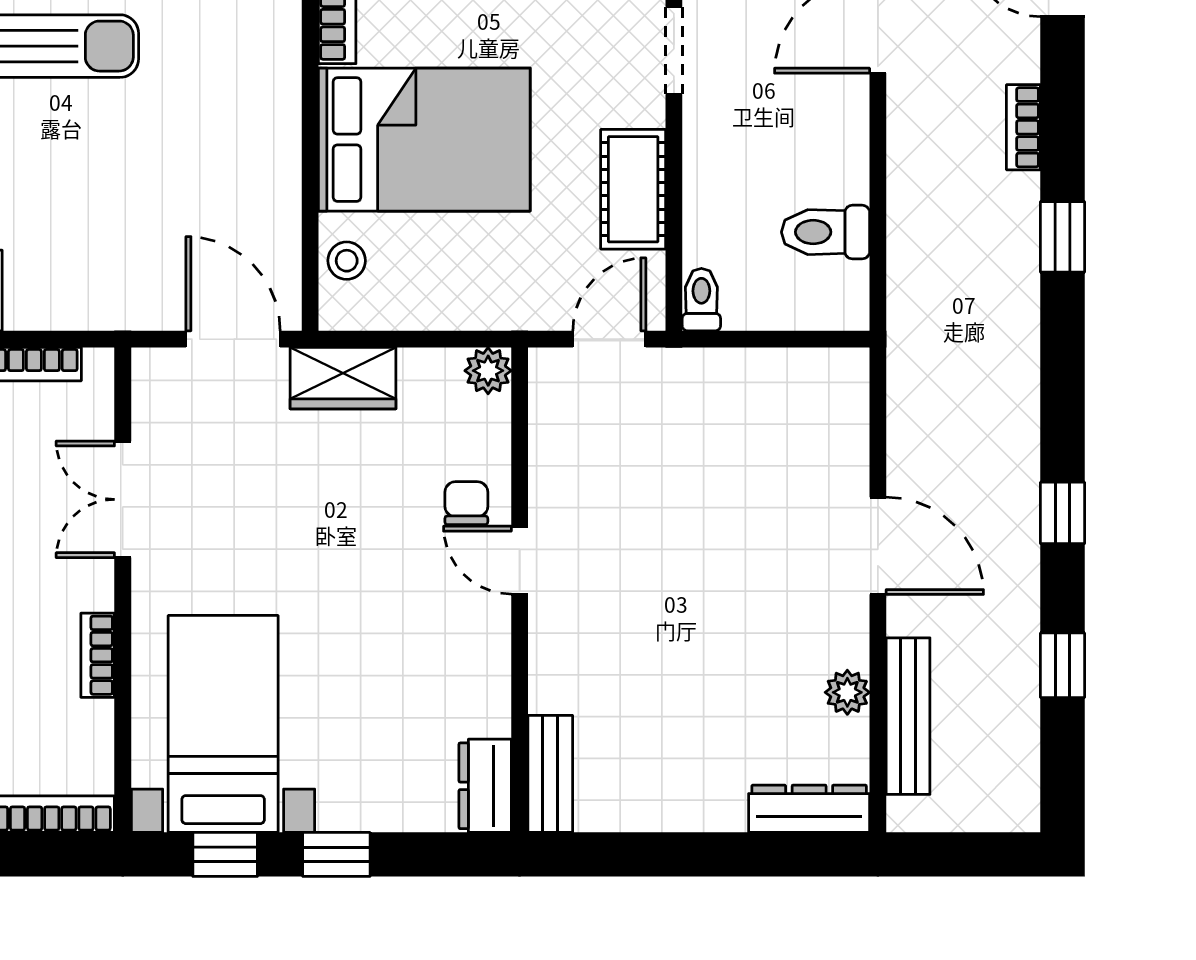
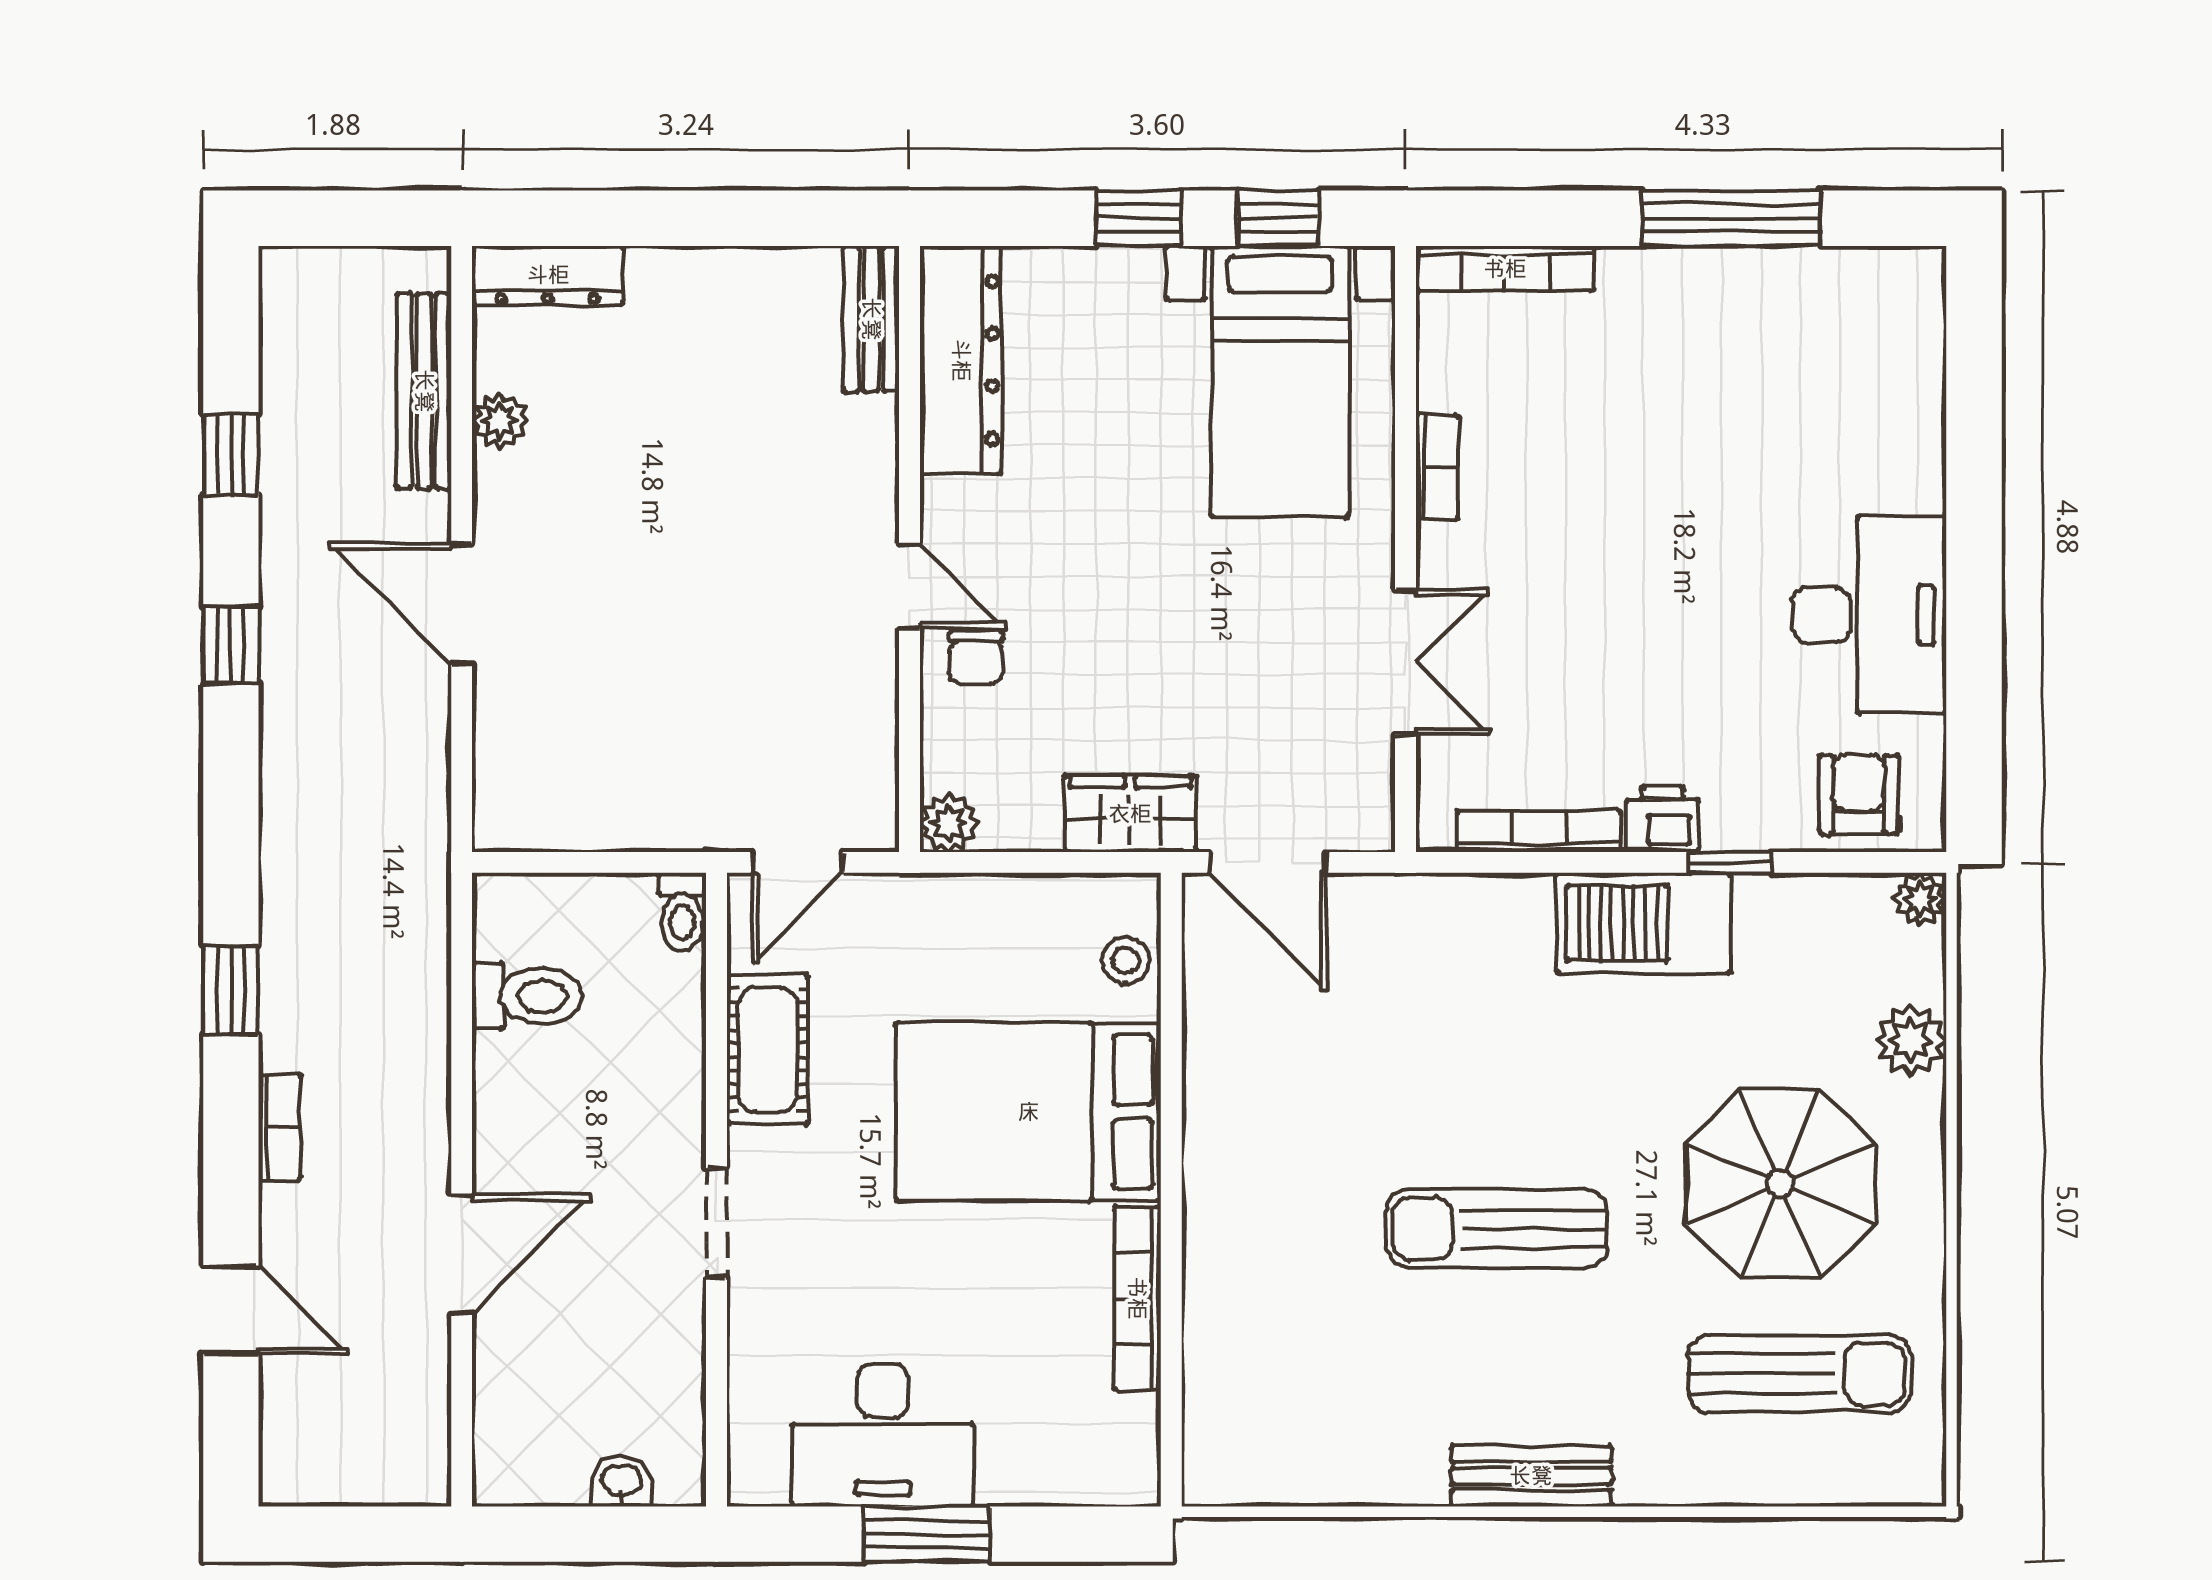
dresser: (485, 786) -> (961, 360), width x1.96, depth x1.24

